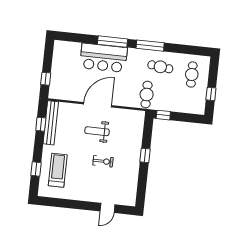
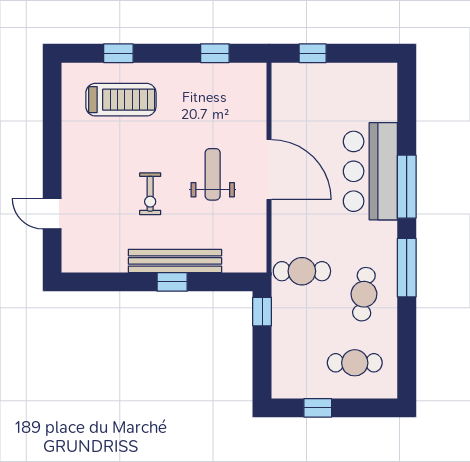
bench: (51, 123) -> (175, 261), moved

